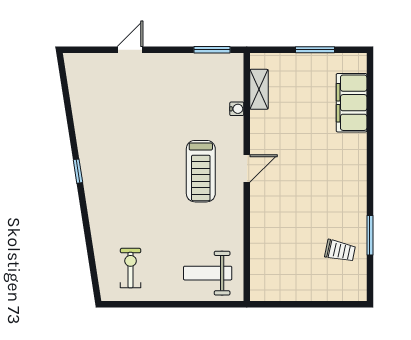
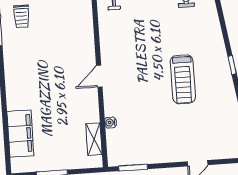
treadmill: (201, 171) -> (183, 79), moved, turned 180
trolley: (340, 251) -> (22, 16), turned -102

